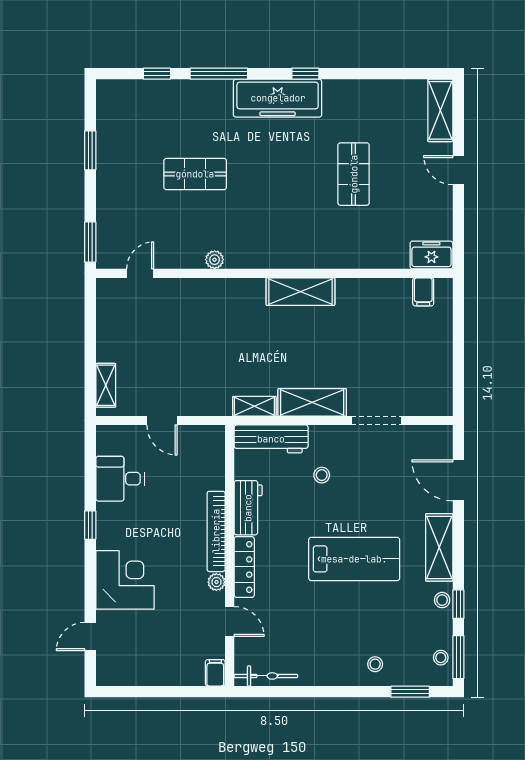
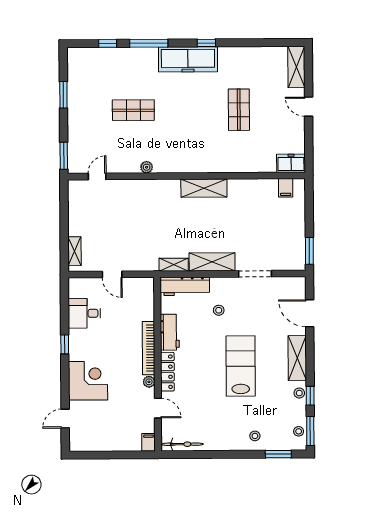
window: (458, 387) -> (309, 251), added
lab bench: (354, 559) -> (241, 366), turned -90

